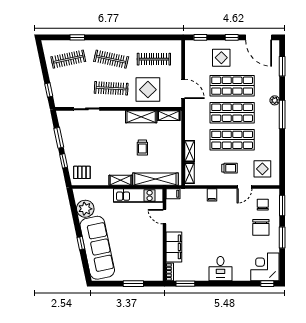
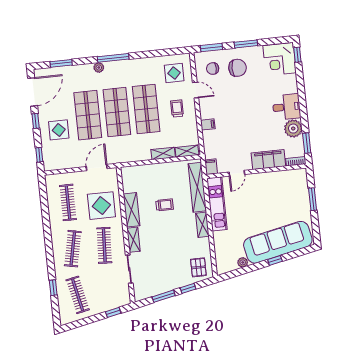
shelving: (169, 116) -> (133, 240), moved
plant: (85, 209) -> (243, 262), width x0.53, depth x0.53
plant: (200, 273) -> (293, 129), added

